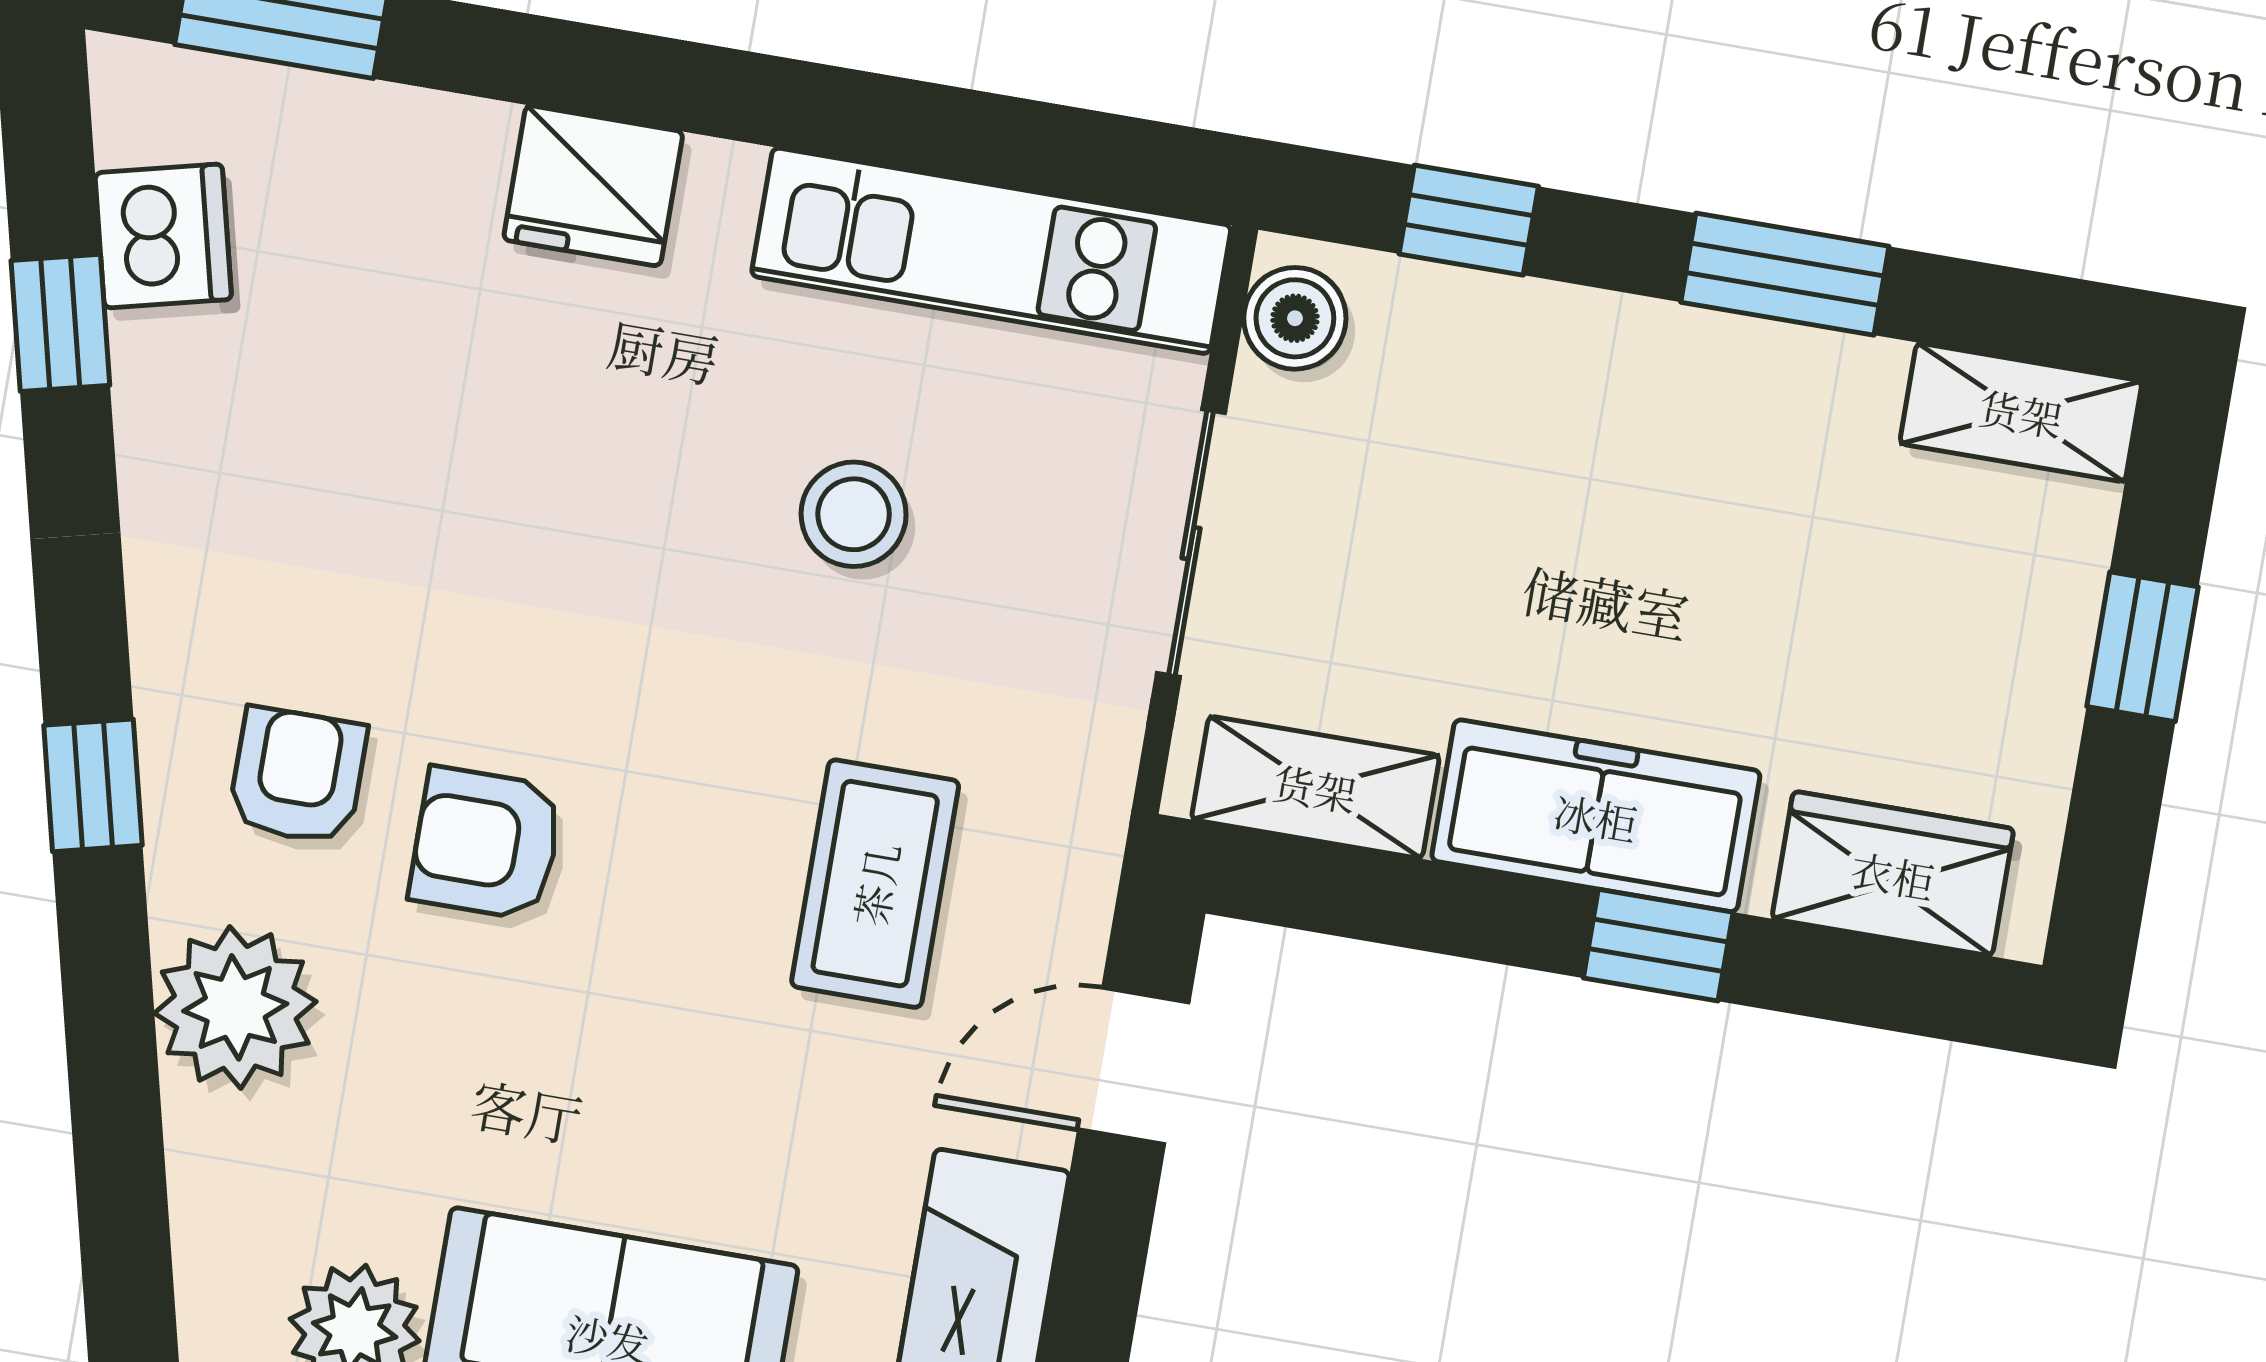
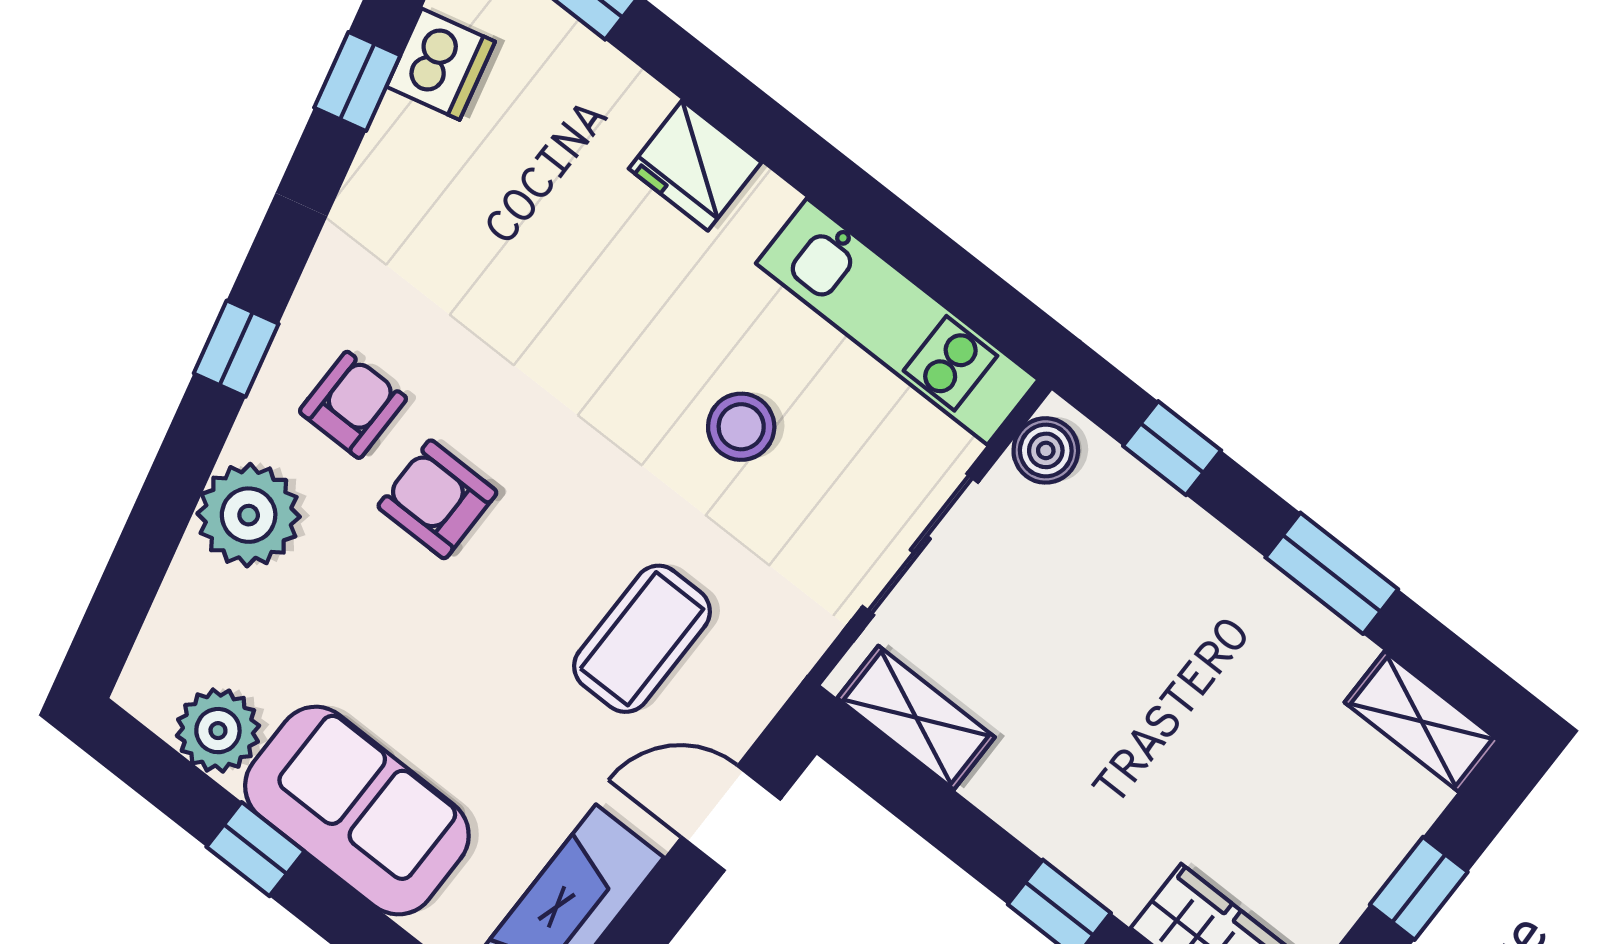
freezer: (1596, 816) -> (1064, 818), removed

